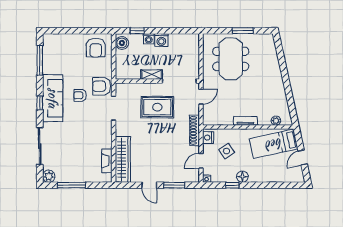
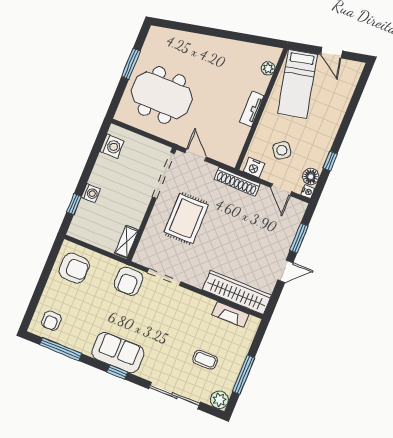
washing machine: (161, 40) -> (112, 146), moved
boiler: (122, 43) -> (82, 231), removed
shelving: (152, 75) -> (126, 242), moved
armchair: (80, 95) -> (51, 321), moved
sofa: (53, 98) -> (118, 353), width x0.73
coffee table: (71, 156) -> (205, 360), added
floor lamp: (242, 177) -> (311, 177), moved

